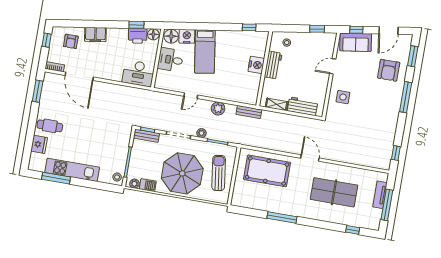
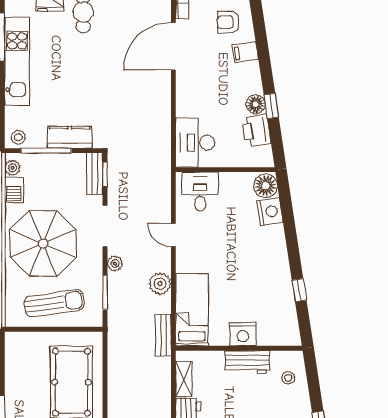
window: (136, 25) -> (271, 106), moved
window: (249, 27) -> (299, 290), moved
floor lamp: (153, 34) -> (256, 104), moved
filing cabinet: (95, 35) -> (245, 52), width x0.50
bed: (205, 52) -> (192, 310), moved, turned 99
desk: (170, 60) -> (200, 192), moved
kitchen counter: (122, 147) -> (70, 137), added

